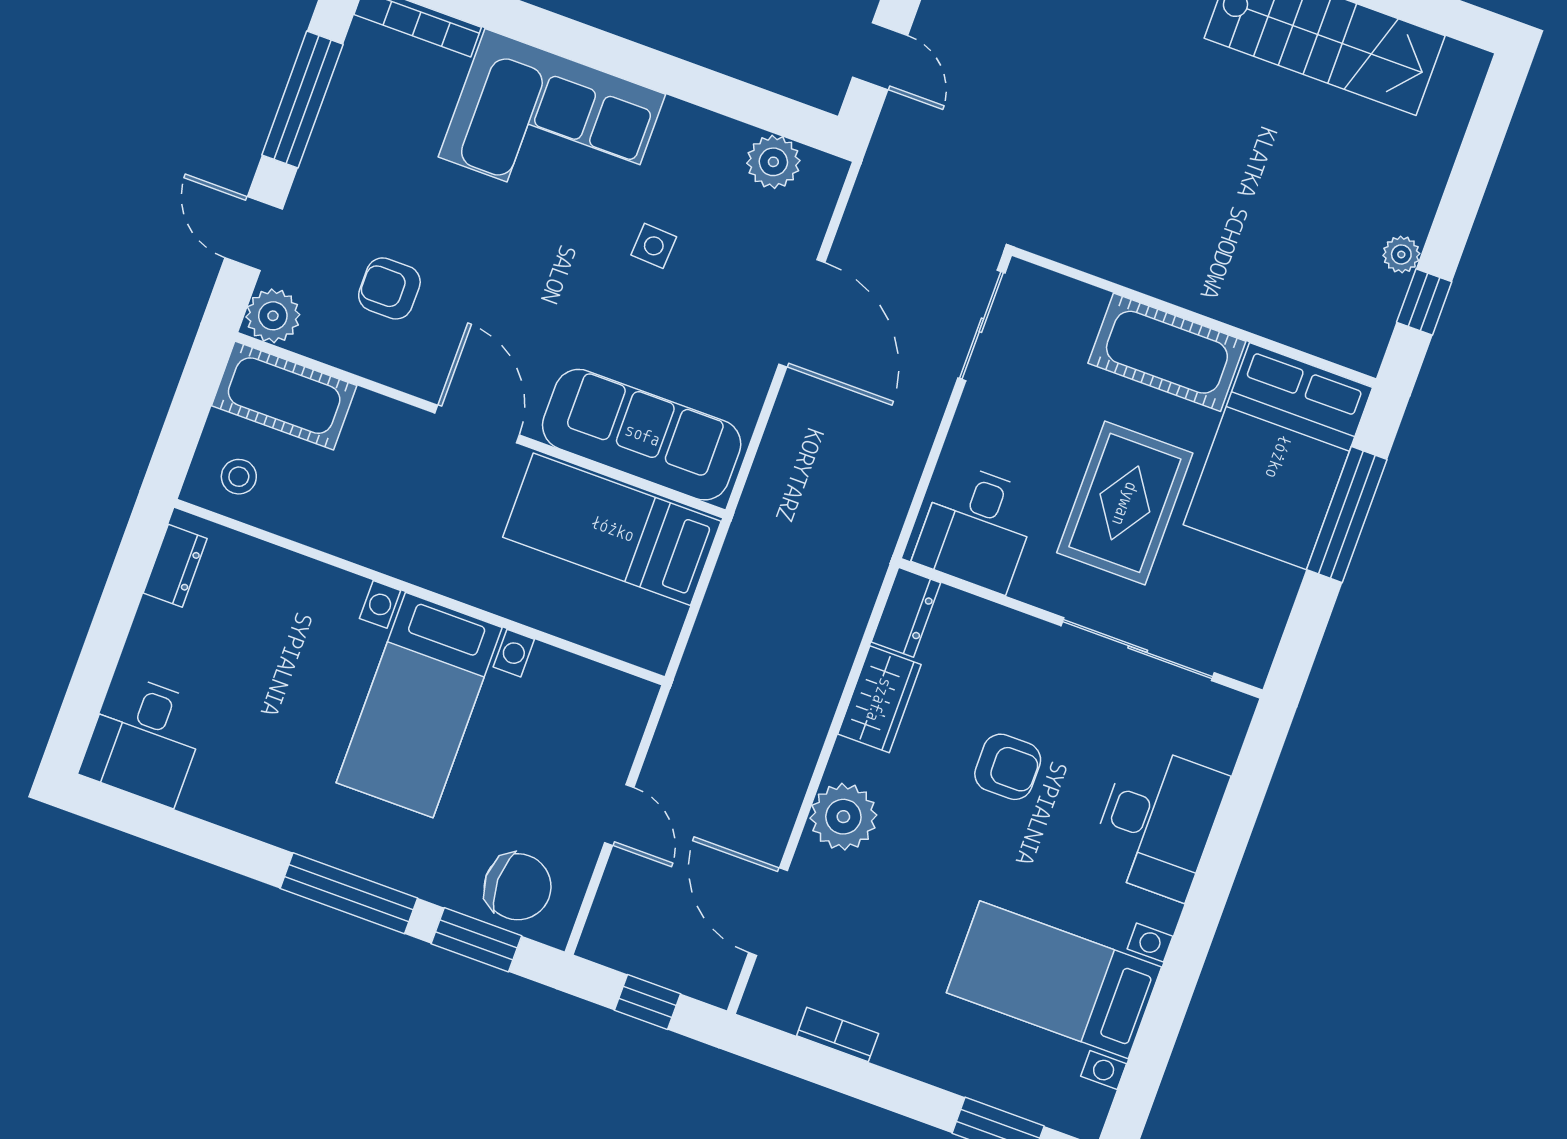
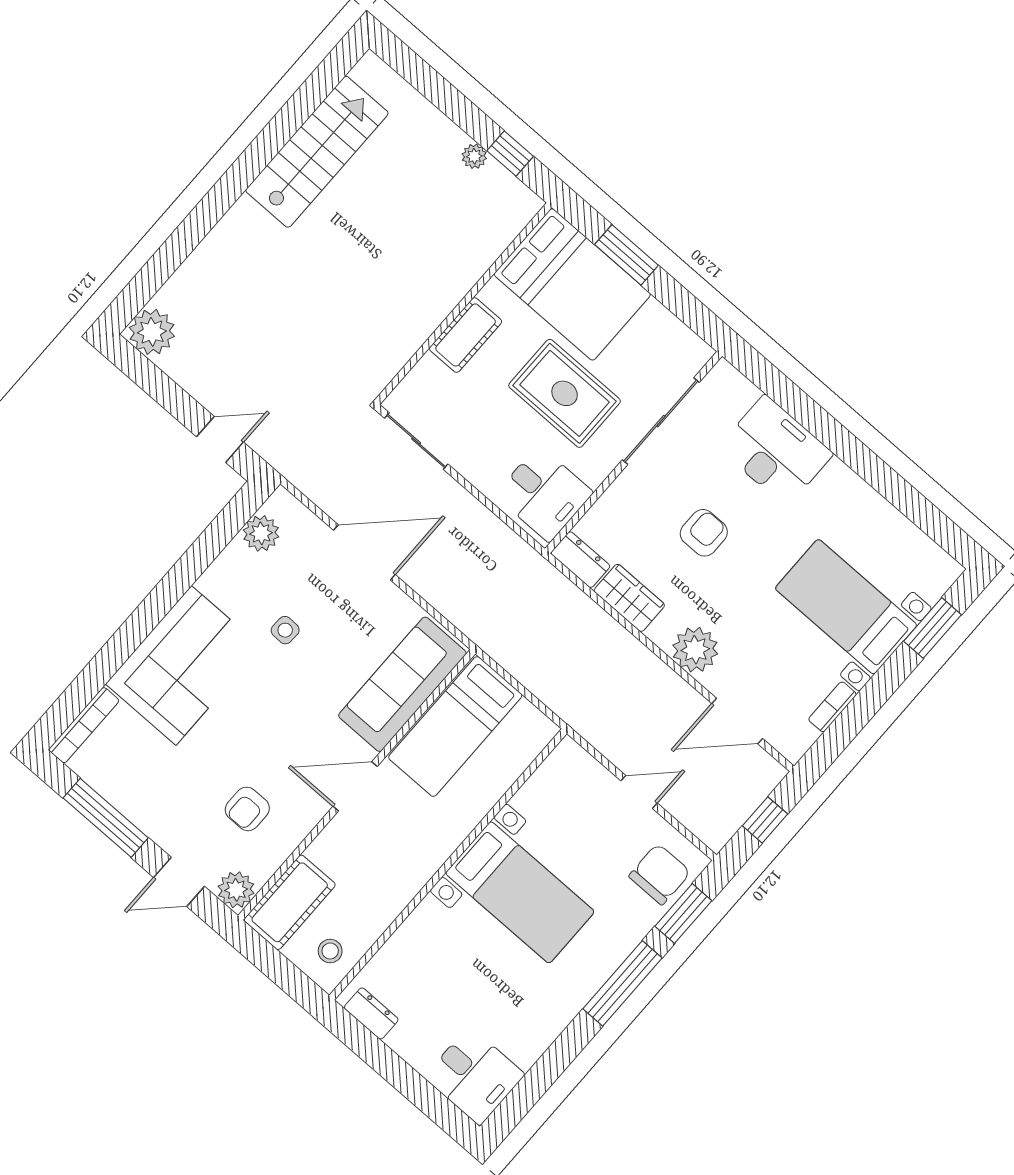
cot: (1167, 352) -> (466, 335), width x0.73, depth x0.75
window: (1347, 514) -> (626, 255), width x0.69
bed with nightstands: (1054, 980) -> (846, 607), moved, turned 90

